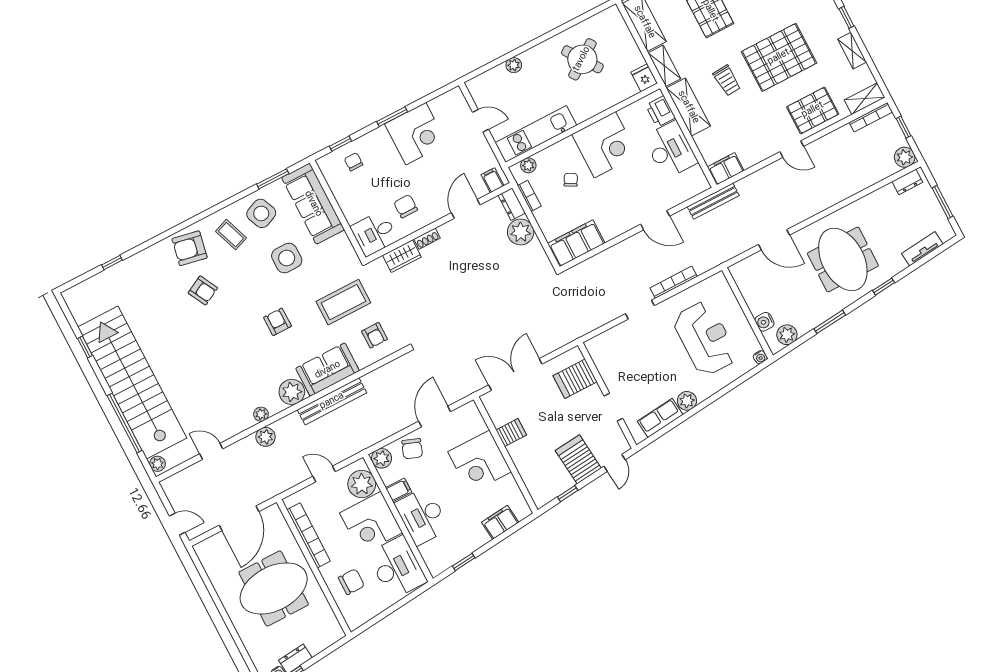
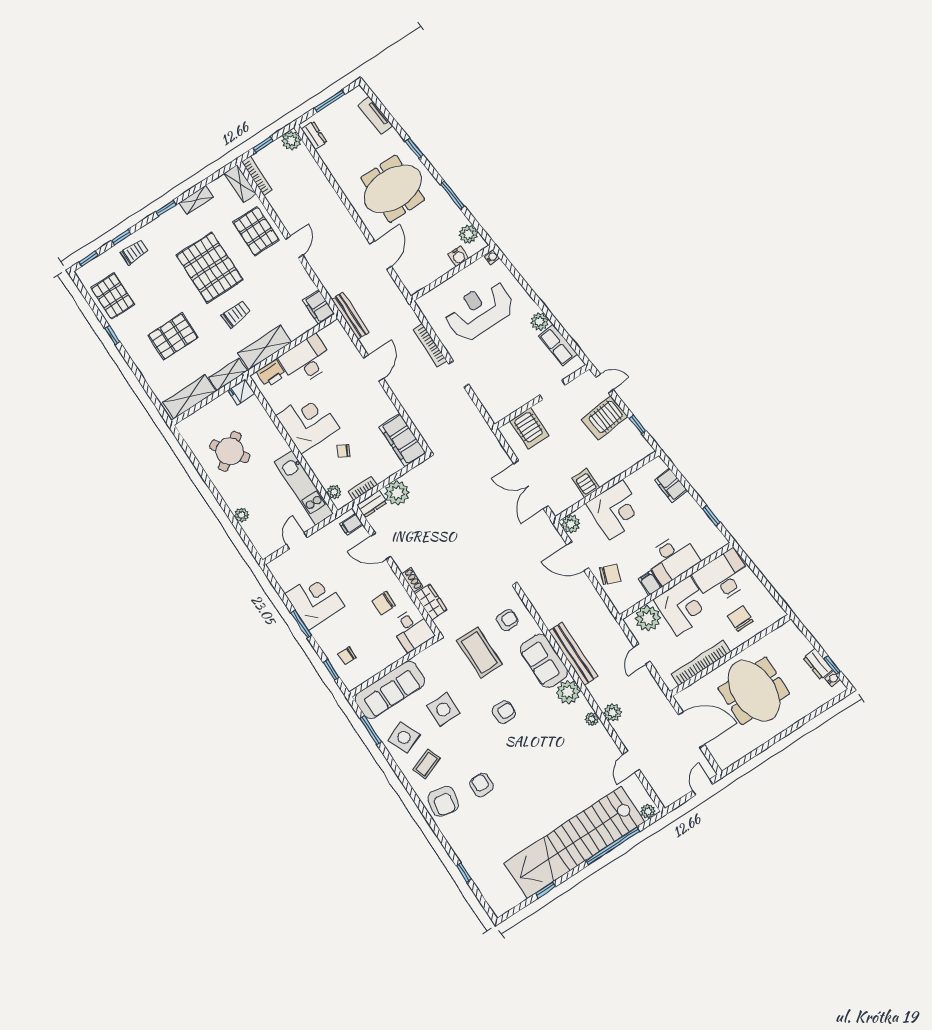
armchair: (203, 290) -> (482, 785), turned -62
armchair: (277, 322) -> (504, 712), turned 180
plant: (382, 458) -> (571, 524), moved

